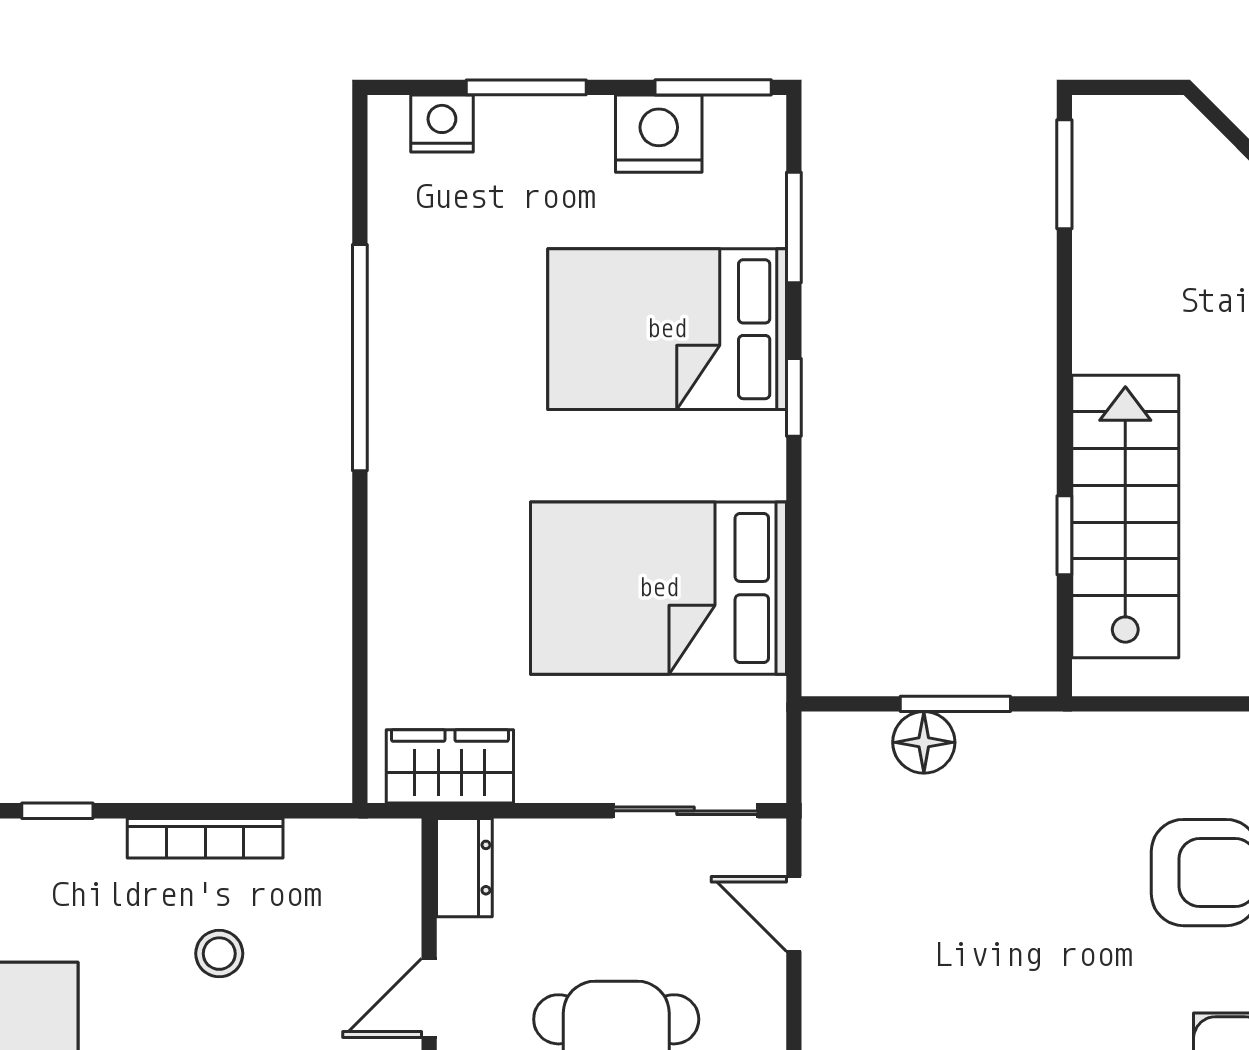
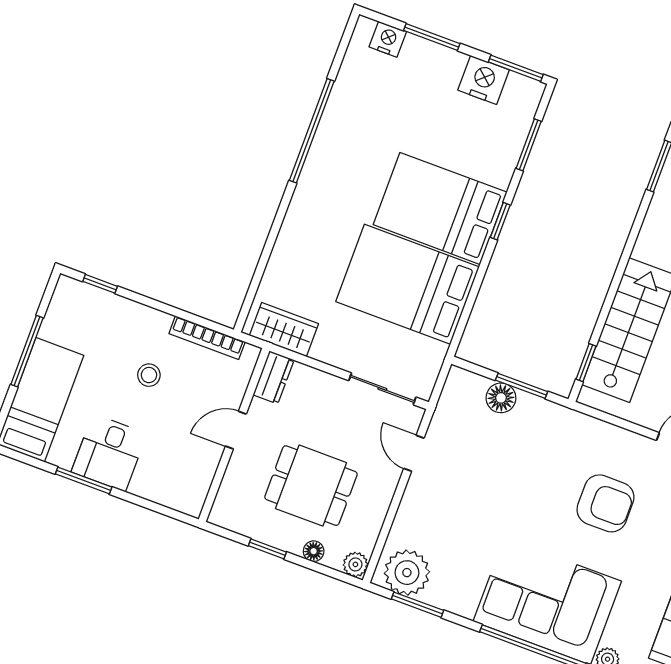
bed: (667, 329) -> (440, 208), moved
window: (1064, 535) -> (586, 363), moved
bookcase: (205, 838) -> (207, 338), moved

